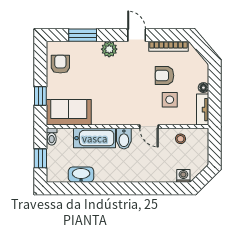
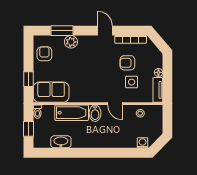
plant: (109, 49) -> (71, 42), moved

